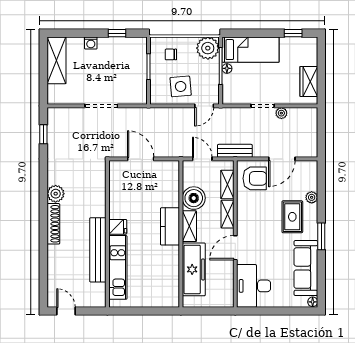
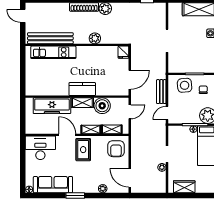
side table: (181, 86) -> (185, 85), moved
door: (204, 106) -> (167, 113), hinge flipped
bench: (235, 151) -> (161, 92), moved
door: (141, 159) -> (130, 80), moved
door: (282, 159) -> (130, 178), moved
plant: (98, 209) -> (95, 38), added
rug: (292, 217) -> (83, 150), moved, turned 90
fridge: (118, 227) -> (123, 52), moved
bench: (98, 250) -> (50, 38), moved
door: (66, 311) -> (23, 16), swing flipped

